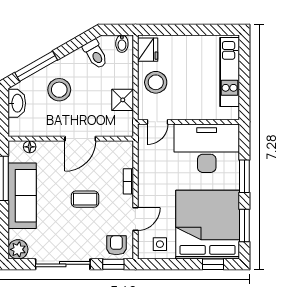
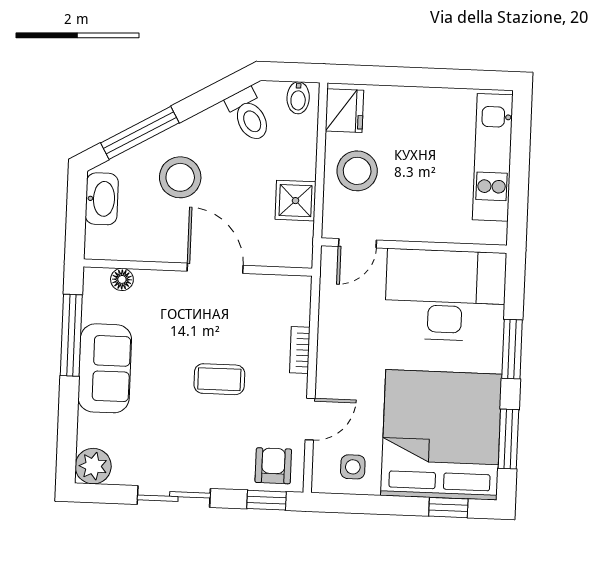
door: (80, 139) -> (215, 268), swing flipped
sofa: (22, 196) -> (105, 368), width x0.73
sliding door: (63, 264) -> (174, 496), width x0.73

